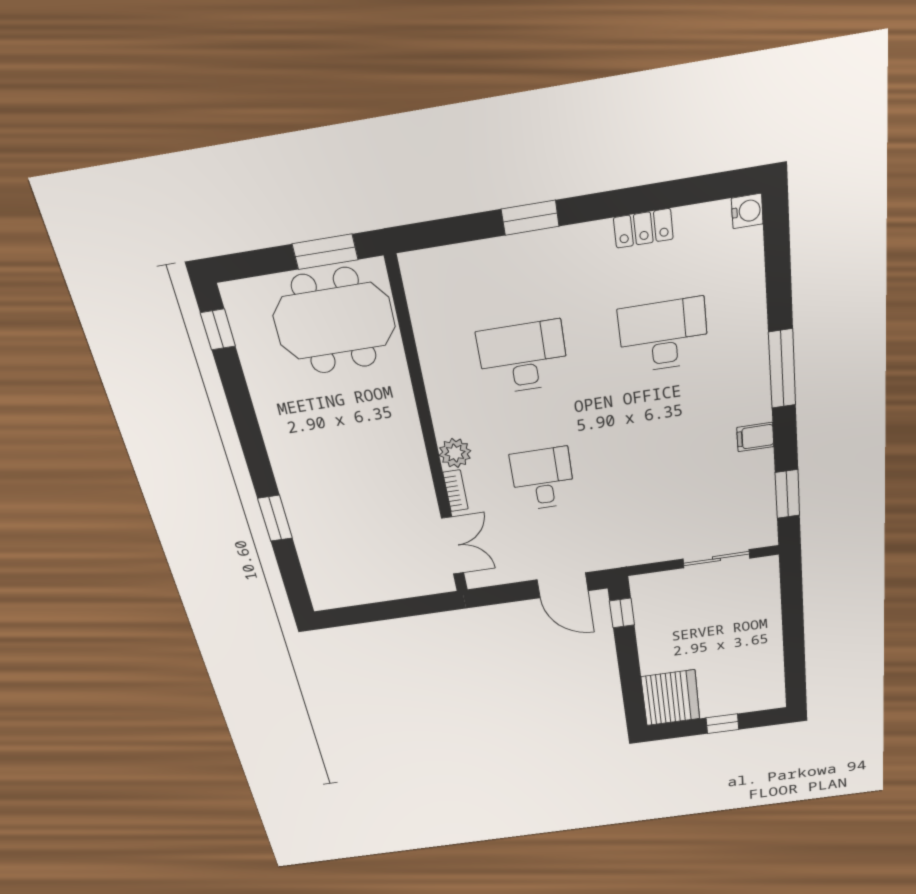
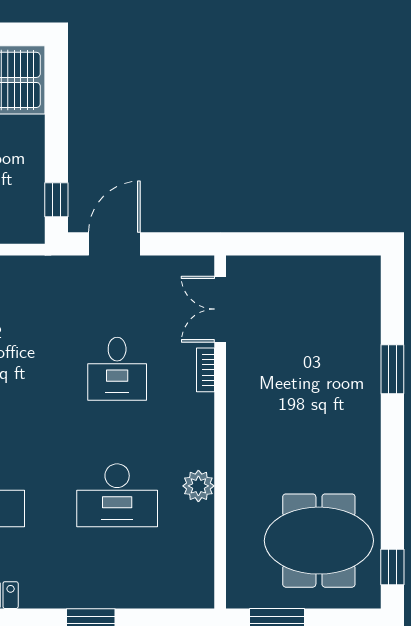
meeting table: (334, 321) -> (319, 541), moved
plant: (455, 453) -> (198, 486), moved
door: (563, 585) -> (114, 244), hinge flipped

